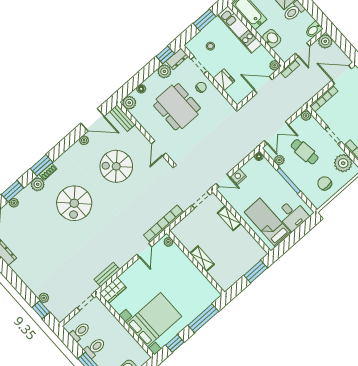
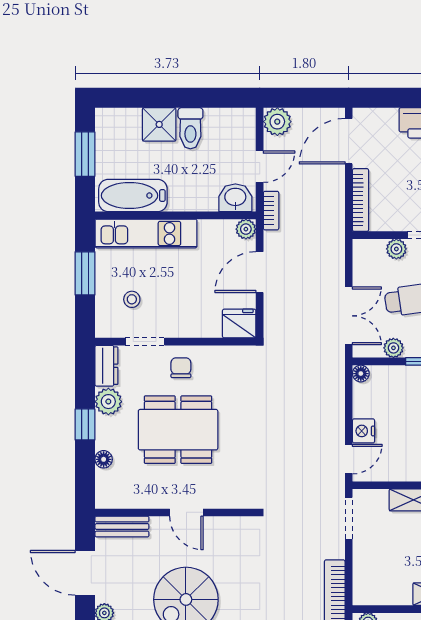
bidet: (314, 30) -> (245, 124), removed
washbasin: (272, 39) -> (235, 198), moved
door: (302, 50) -> (260, 167), hinge flipped
window: (165, 55) -> (85, 424), moved
fridge: (224, 80) -> (239, 324), moved
plant: (129, 103) -> (108, 495), removed
plant: (306, 116) -> (396, 249), moved
door: (93, 120) -> (85, 573), swing flipped
door: (159, 148) -> (186, 512), moved

